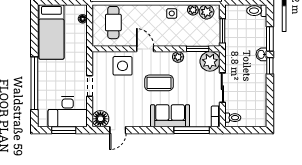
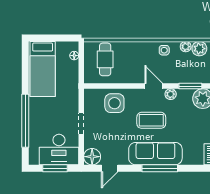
door: (145, 49) -> (154, 86), moved
sofa: (170, 116) -> (155, 154), width x1.36
window: (192, 130) -> (160, 168), moved

